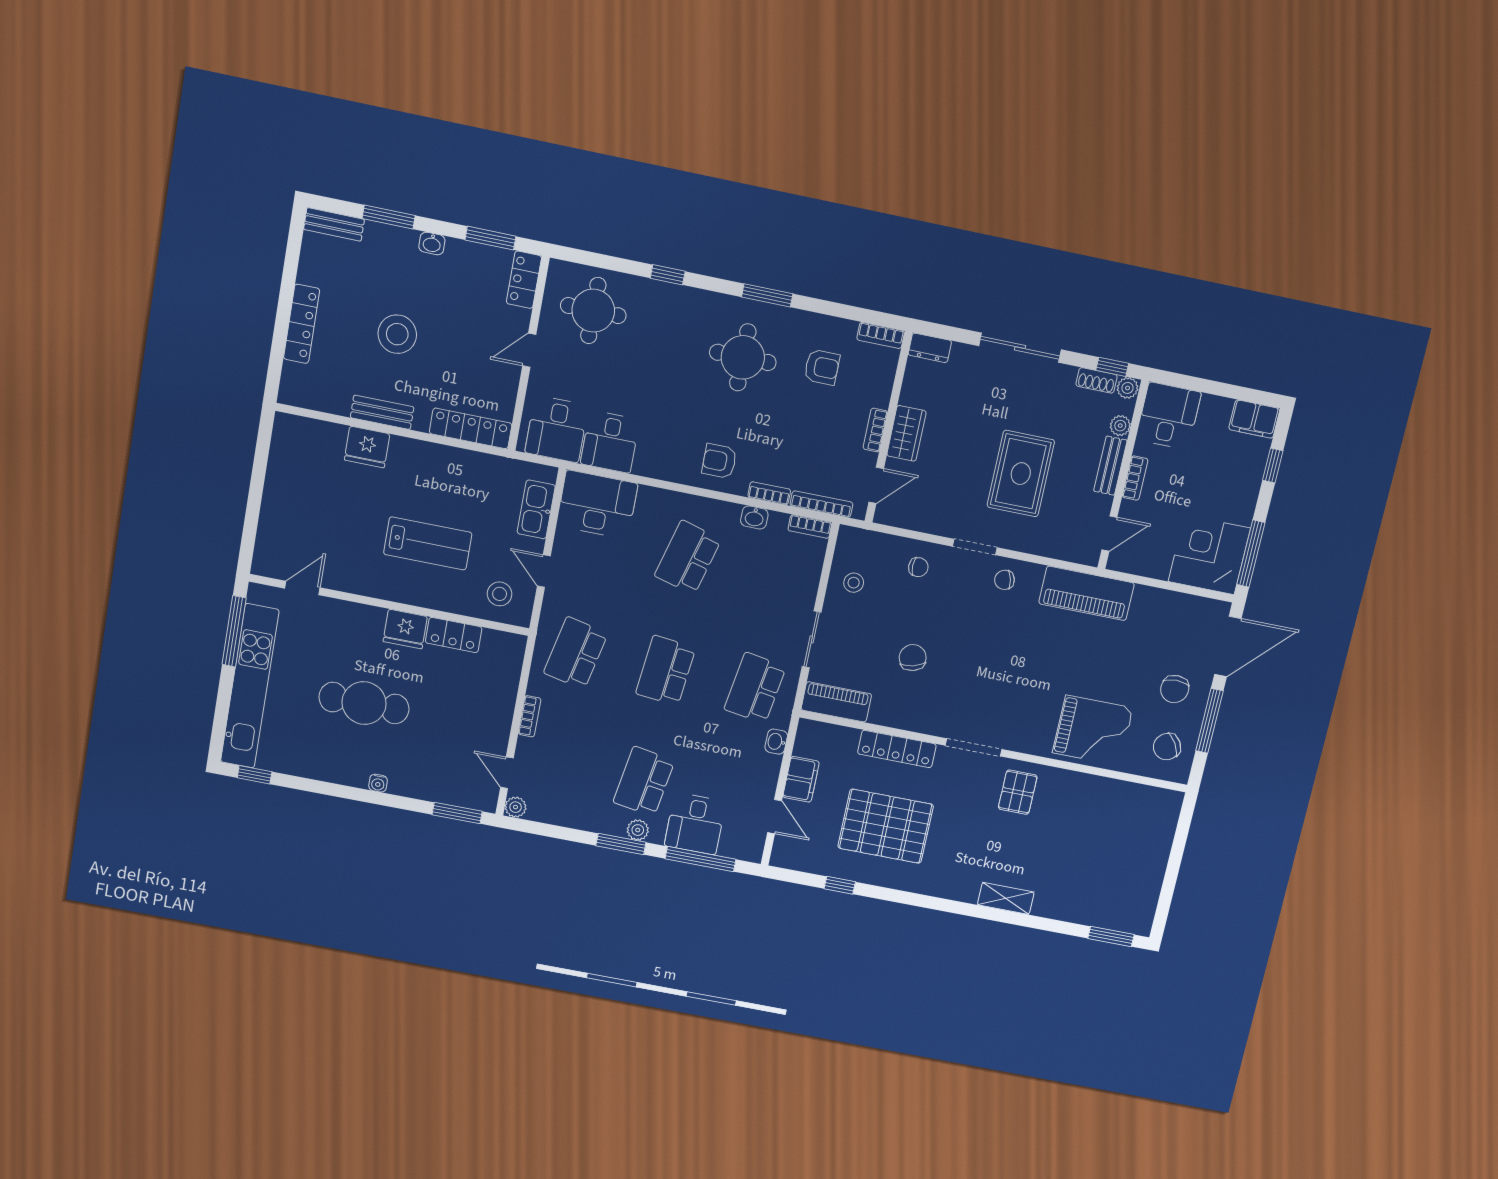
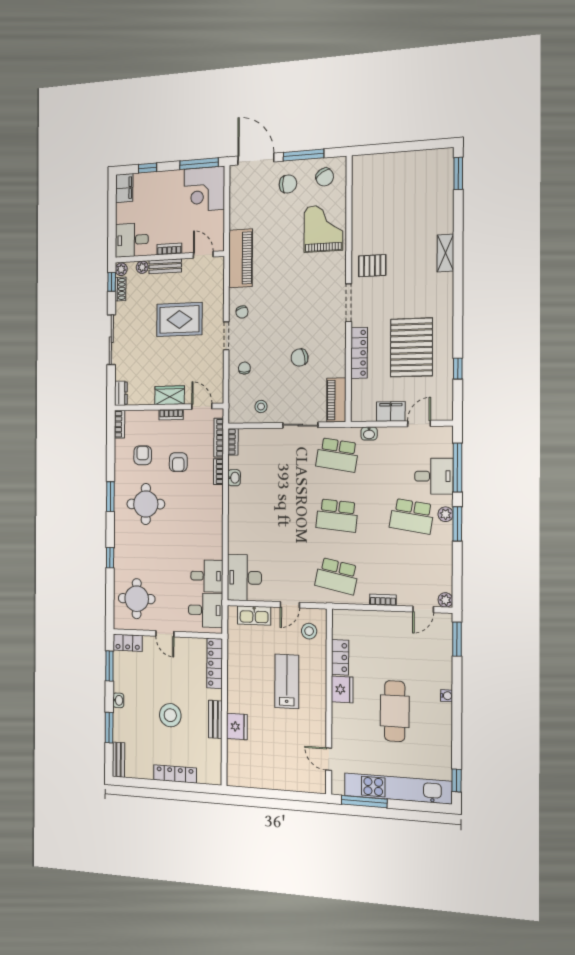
armchair: (719, 461) -> (178, 462), moved
school desk: (688, 557) -> (265, 515), removed

